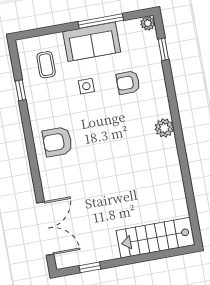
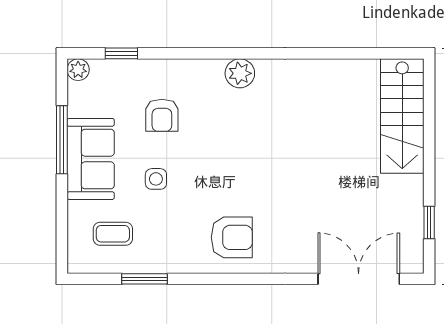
window: (20, 90) -> (145, 279), width x1.50
armchair: (57, 142) -> (232, 237), turned -90

